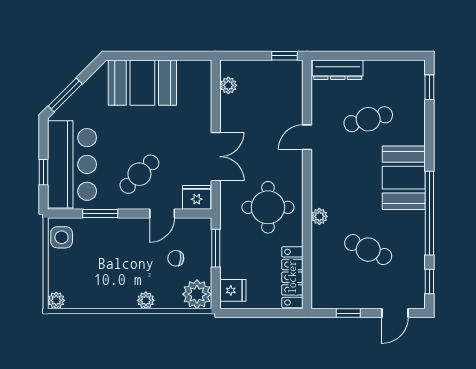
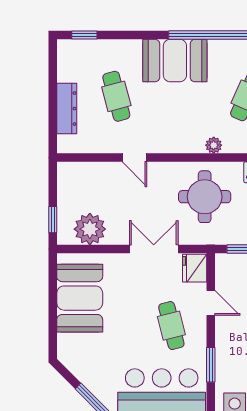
window: (285, 56) -> (53, 220), moved
dresser: (338, 70) -> (67, 109), moved
booth: (142, 83) -> (80, 298), moved
plant: (228, 85) -> (90, 229), width x1.88, depth x1.88
cafe table: (139, 174) -> (171, 326), turned 31

